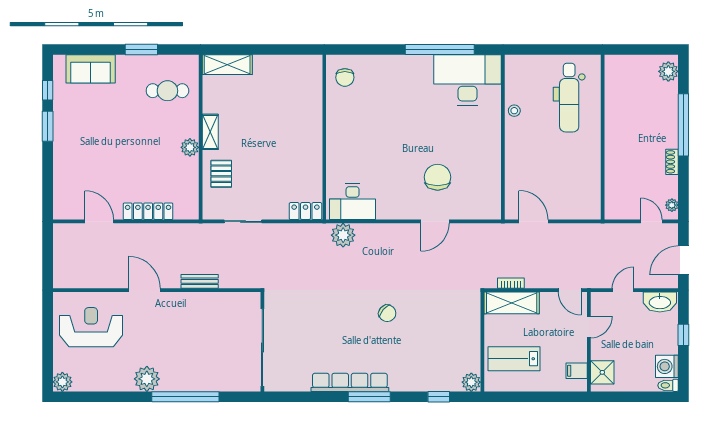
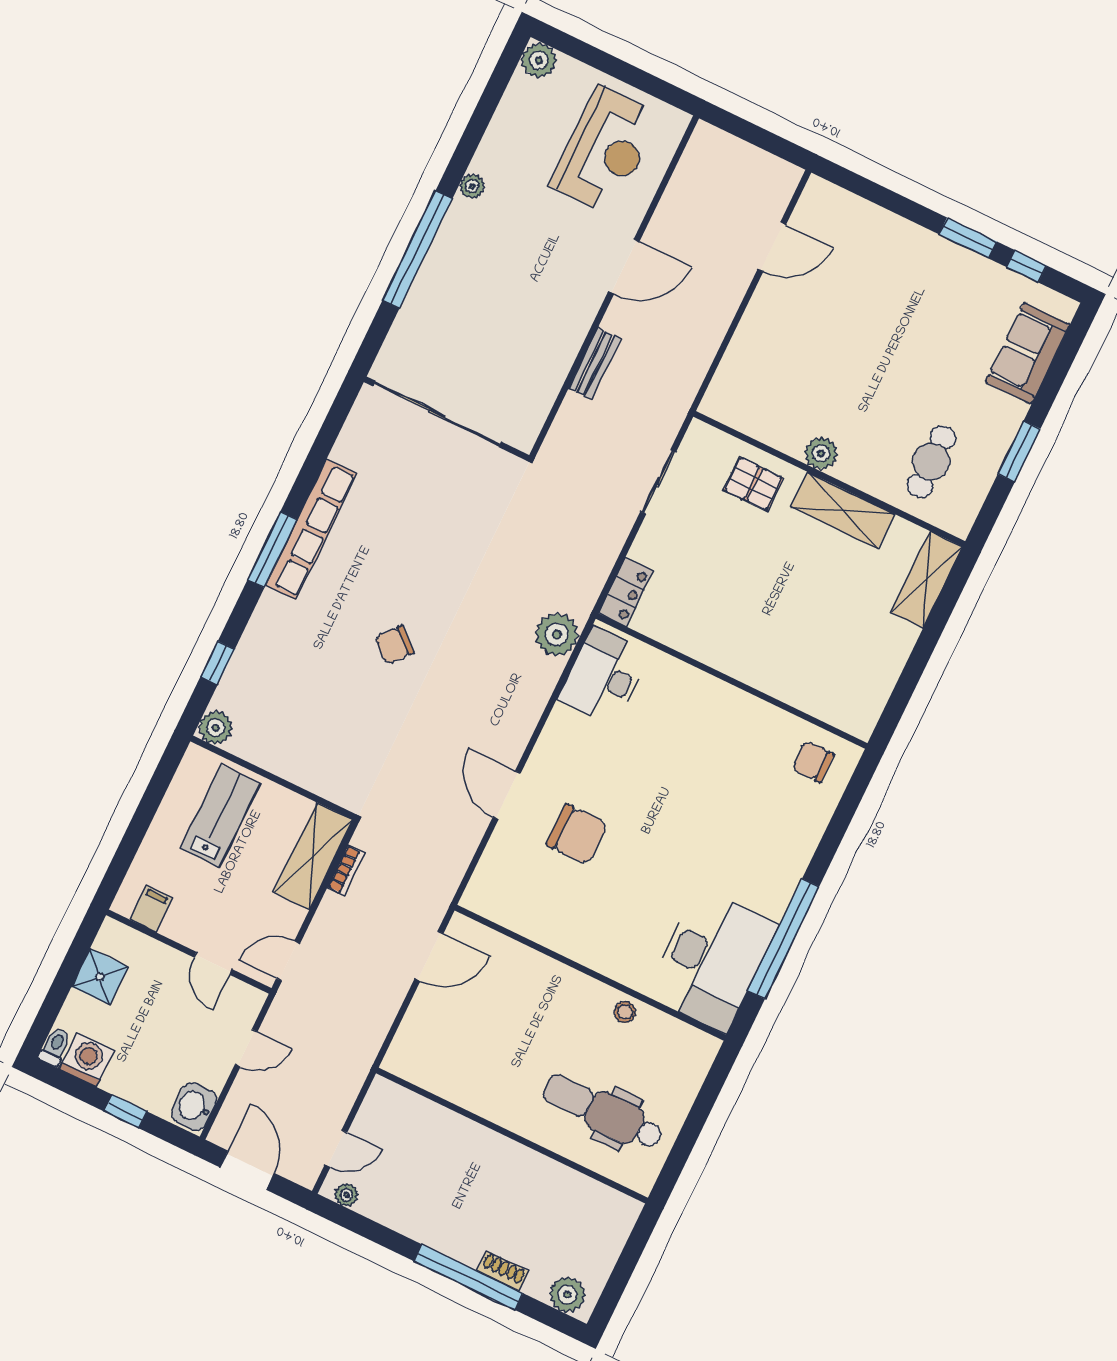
shelving: (210, 132) -> (843, 510), width x1.50, depth x1.33
shoe rack: (672, 162) -> (503, 1271), moved
locker: (148, 211) -> (750, 335), removed
door: (623, 290) -> (246, 1048), hinge flipped
washbasin: (660, 302) -> (194, 1106), width x0.72
shower: (602, 372) -> (100, 977), moved
plant: (147, 379) -> (472, 186), width x0.53, depth x0.53

